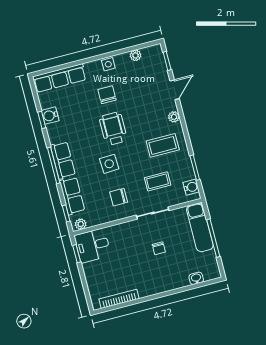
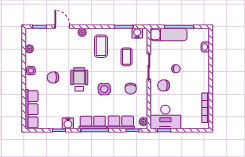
water cooler: (50, 116) -> (68, 123), moved
wheelchair: (113, 129) -> (79, 79), turned 90
chair: (133, 238) -> (164, 85), added
desk: (93, 245) -> (165, 117), width x1.37

